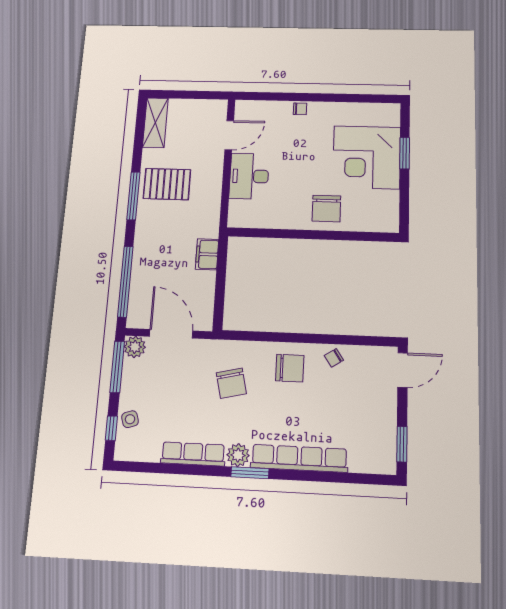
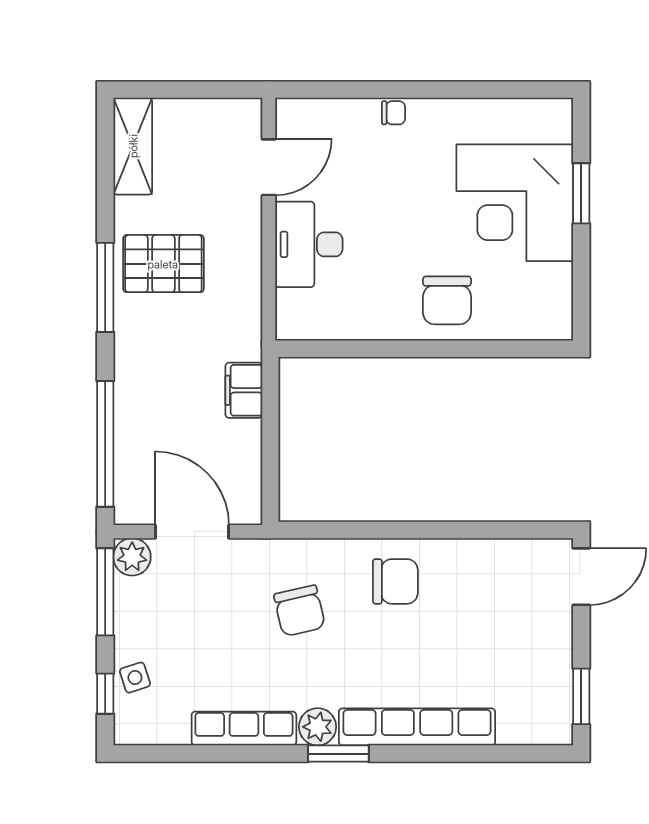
chair: (334, 358) -> (468, 561), removed

